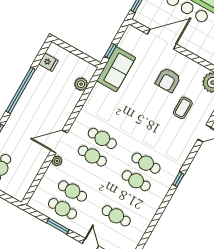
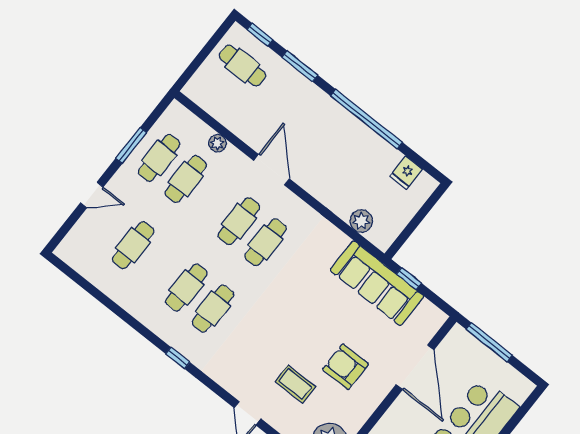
sofa: (116, 69) -> (377, 283), width x1.36
plant: (57, 161) -> (217, 143), moved

